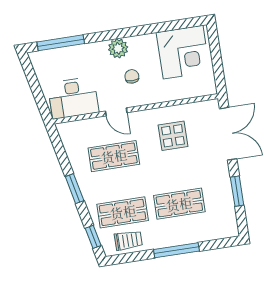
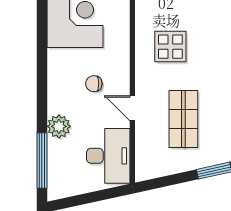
plant: (118, 48) -> (59, 126), moved
door: (116, 112) -> (132, 108), swing flipped

